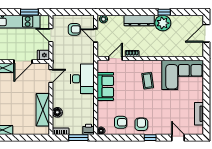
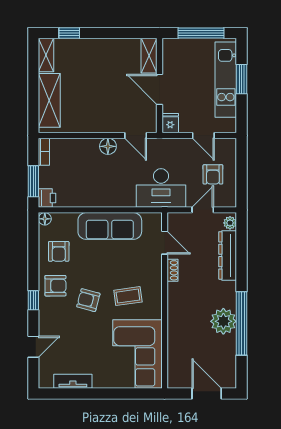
window: (29, 12) -> (242, 79), moved
window: (164, 12) -> (242, 323), width x3.17
dresser: (139, 21) -> (228, 255), moved
door: (51, 35) -> (203, 135), swing flipped
desk: (82, 79) -> (161, 188), moved
sofa: (105, 86) -> (110, 226), width x1.36
armchair: (150, 104) -> (88, 300), added
shelving: (43, 110) -> (49, 100), moved, turned 90
floor lamp: (57, 112) -> (108, 146), moved

